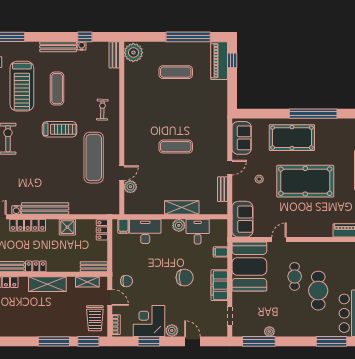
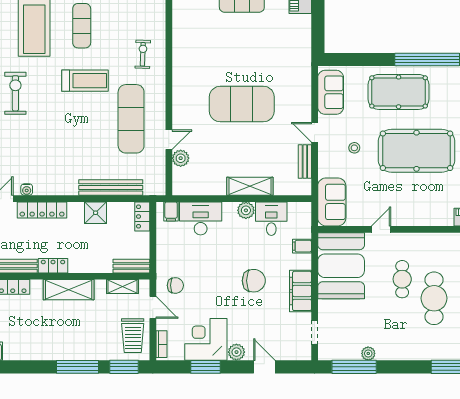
exercise mat: (176, 147) -> (242, 104), width x2.00, depth x1.45
door: (230, 168) -> (315, 132), swing flipped
bench: (45, 208) -> (111, 187), moved

